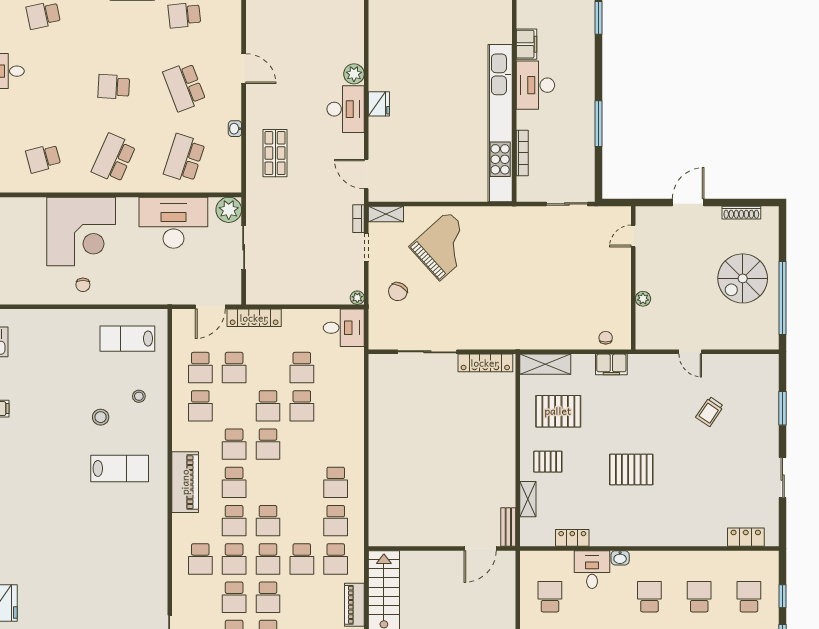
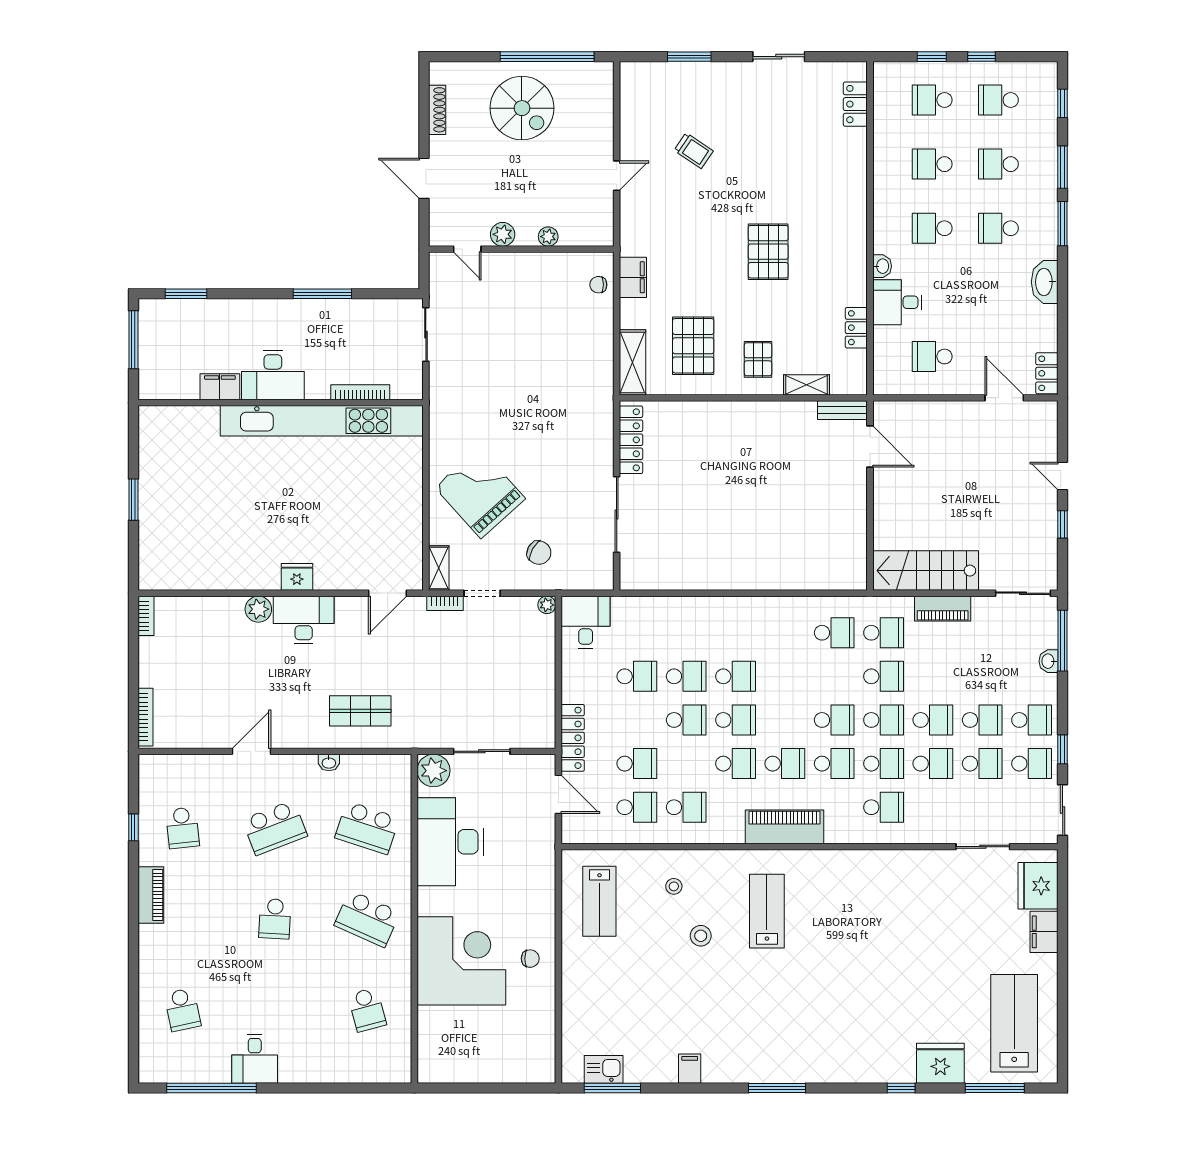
plant: (645, 263) -> (503, 234), added
school desk: (336, 482) -> (736, 676), moved

